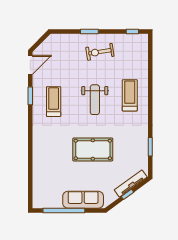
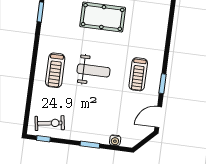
water cooler: (67, 39) -> (115, 140), added
exercise bike: (100, 52) -> (50, 123), moved
weight bench: (95, 100) -> (93, 70), turned 90

